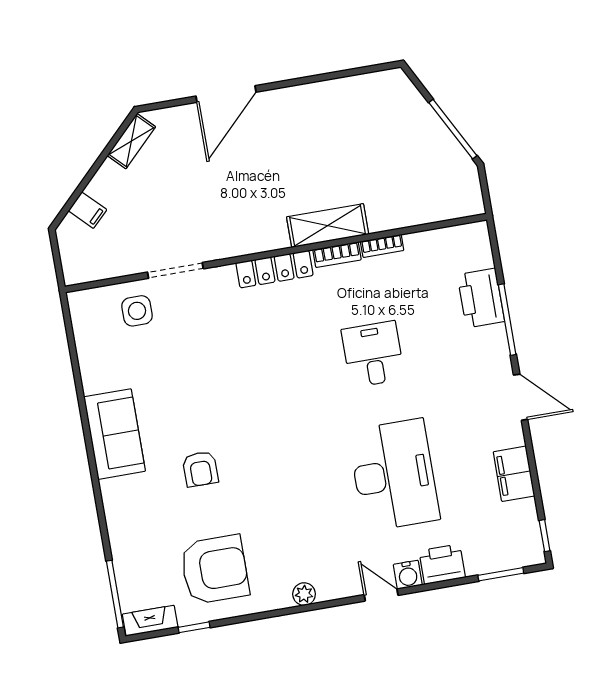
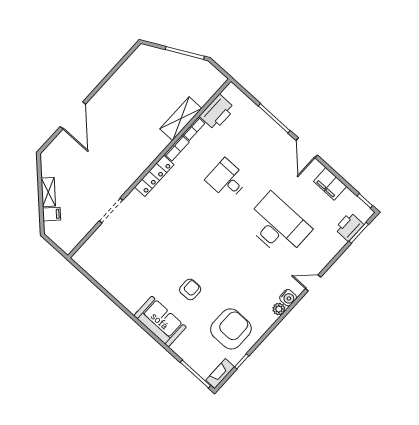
shelving: (131, 141) -> (48, 192), moved
shelving: (328, 226) -> (181, 119), moved
printer: (481, 298) -> (217, 112), moved, turned -90
side table: (137, 311) -> (108, 241), removed
door: (521, 397) -> (307, 148), swing flipped
sofa: (115, 434) -> (160, 321), moved
armchair: (200, 469) -> (190, 289), turned -90
printer: (442, 564) -> (349, 227), moved
water cooler: (408, 575) -> (288, 298), moved

